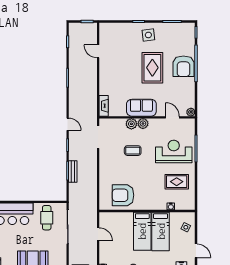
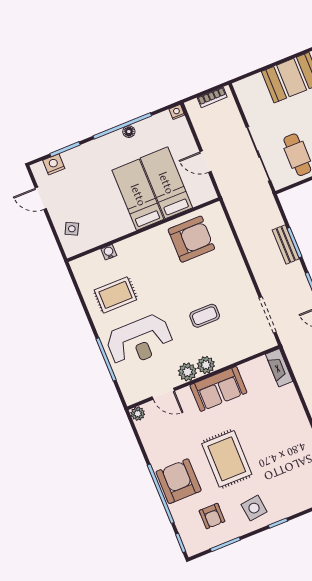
armchair: (173, 40) -> (212, 516), added
plant: (131, 124) -> (187, 372), moved
bed: (161, 231) -> (166, 183), moved

